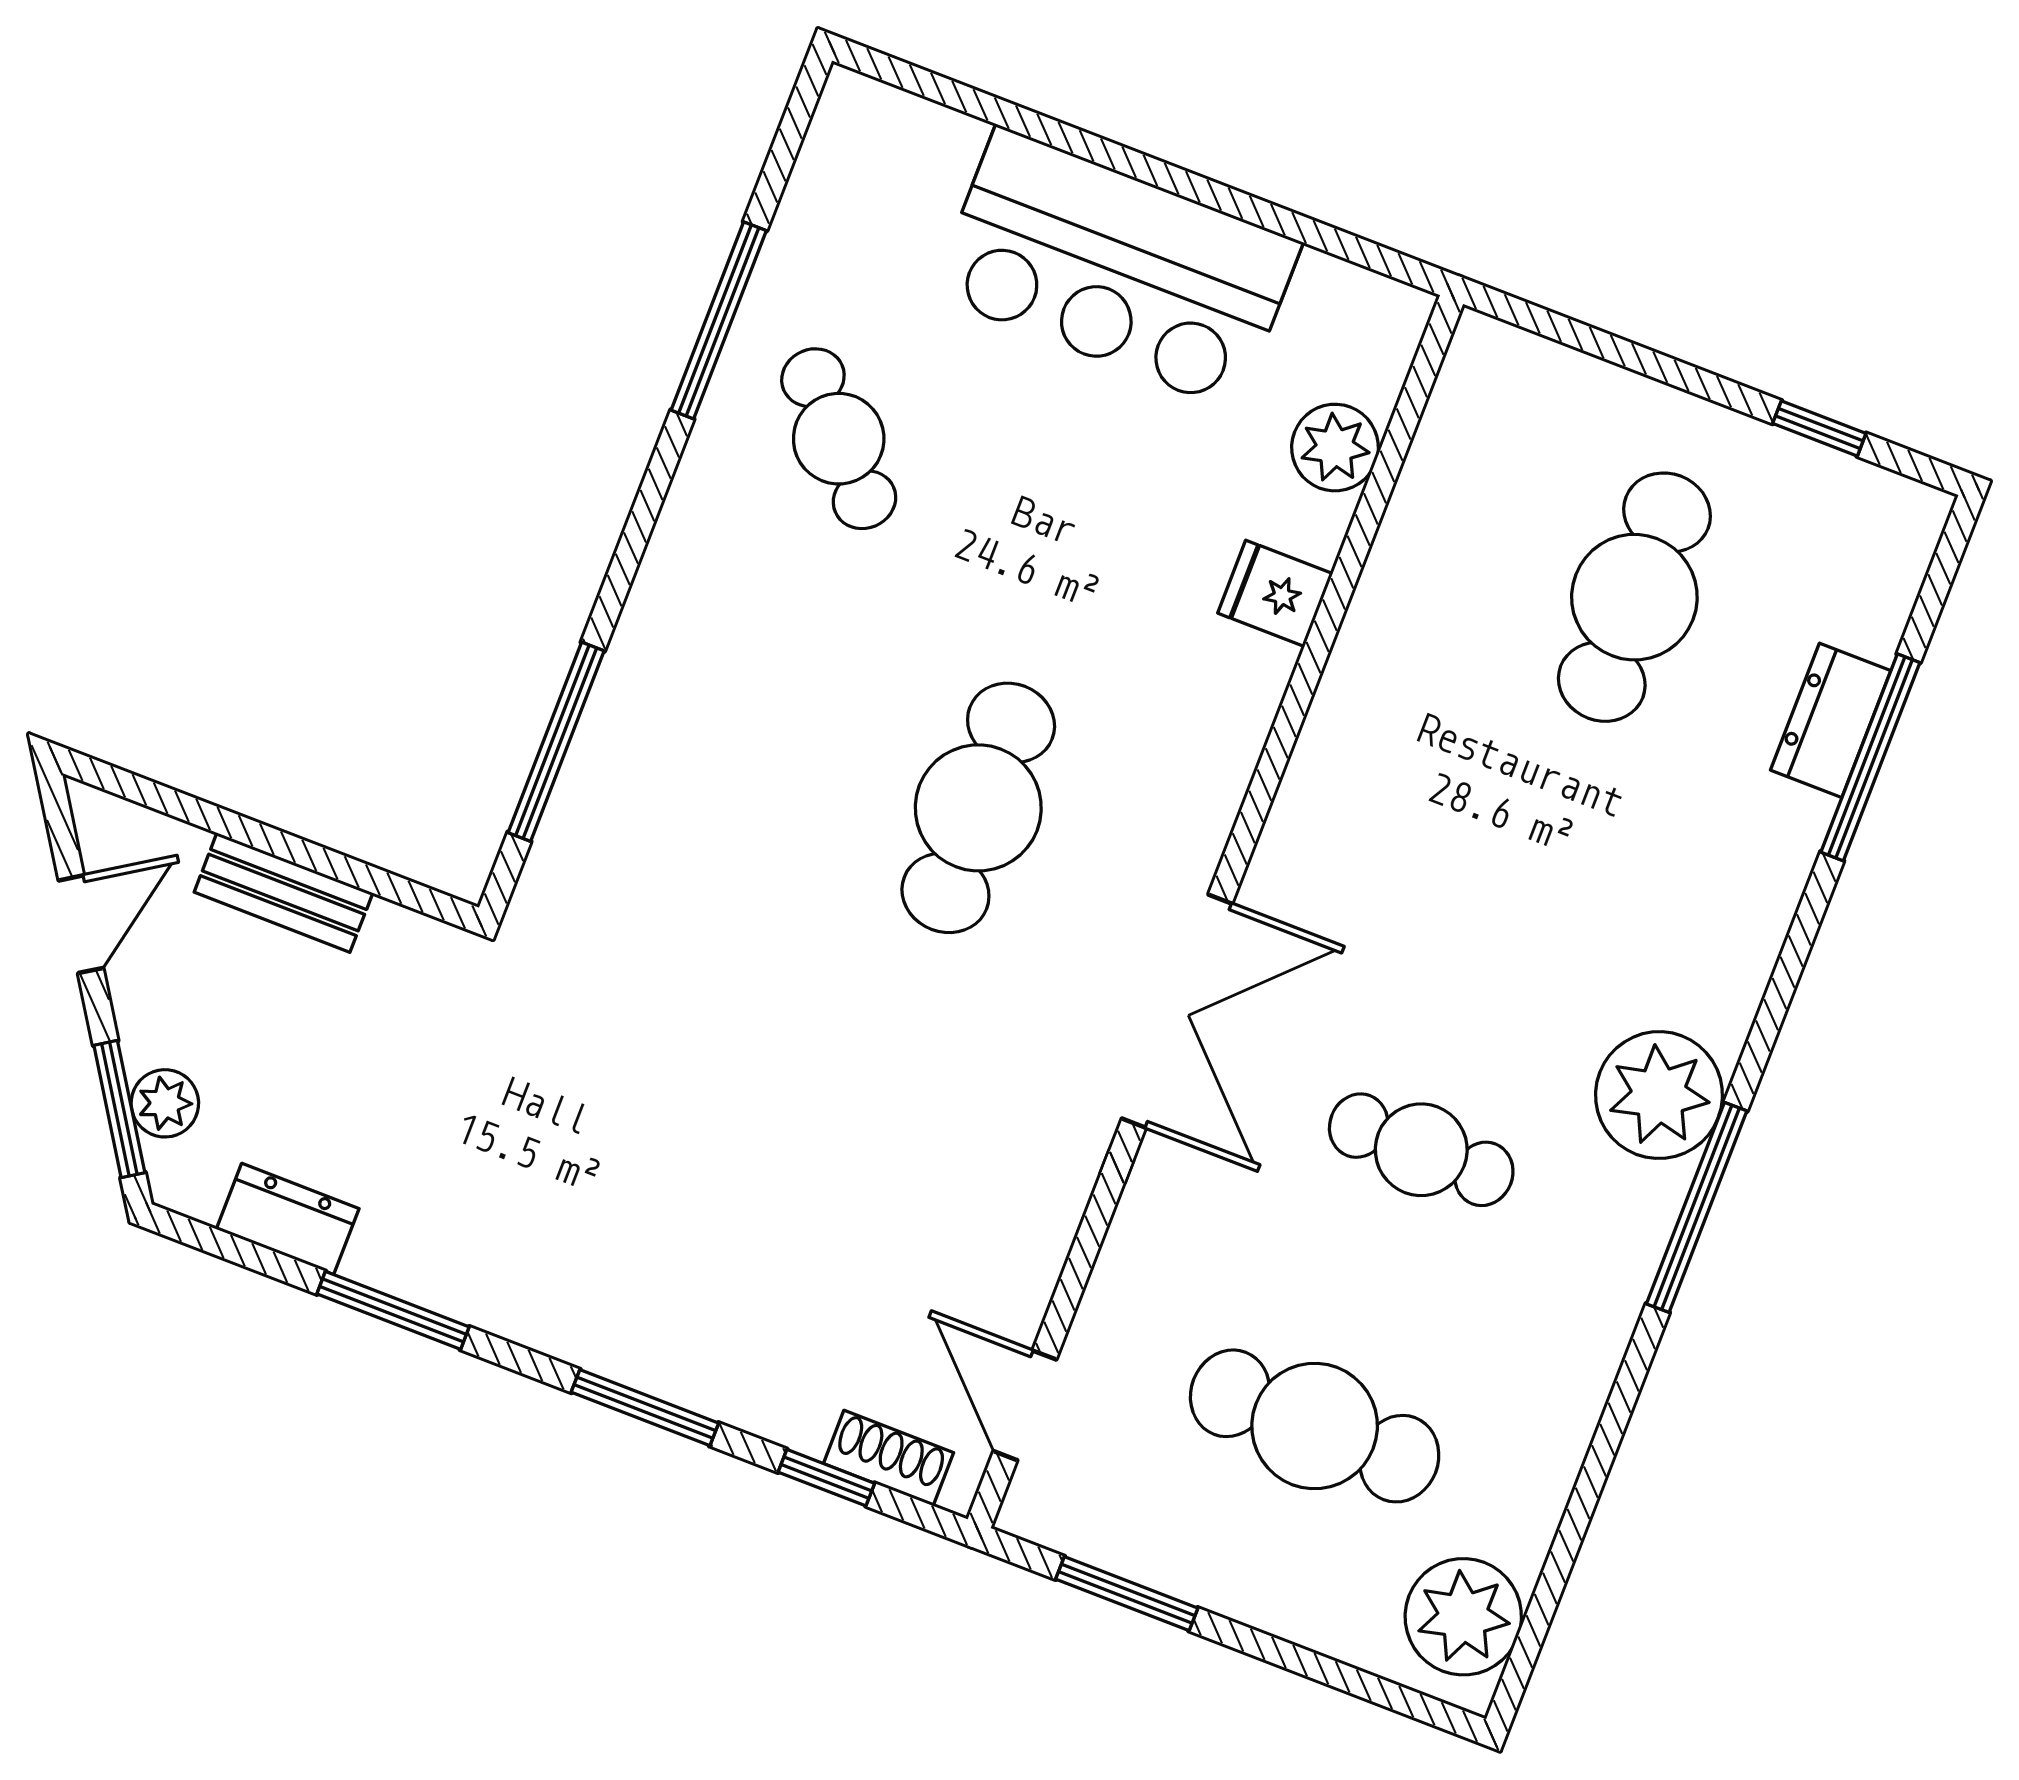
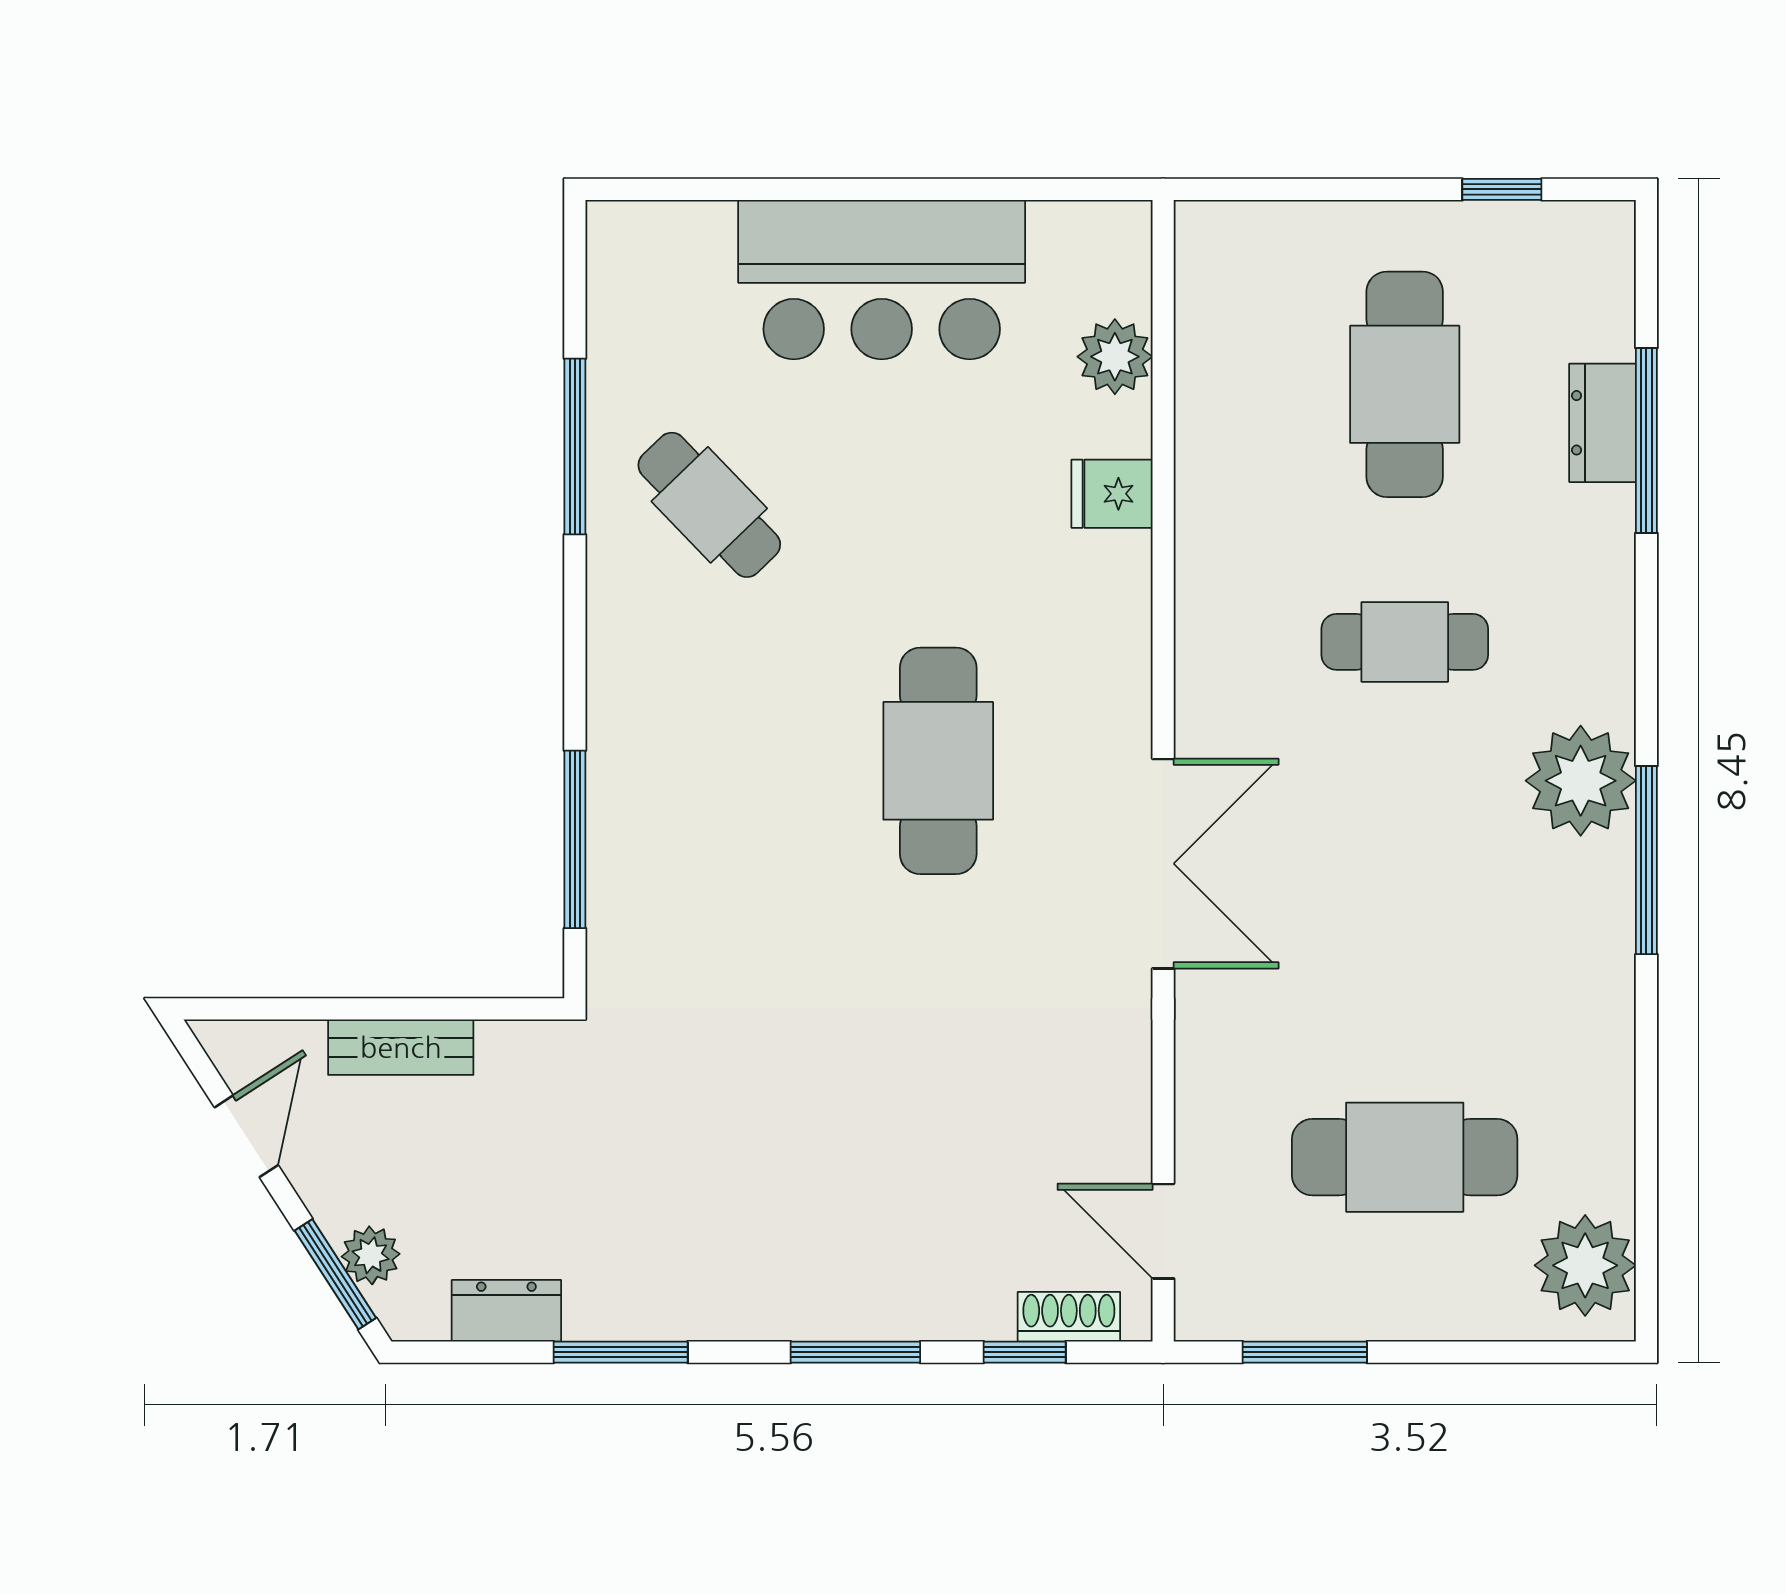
cafe table: (1421, 1150) -> (1405, 642), moved

